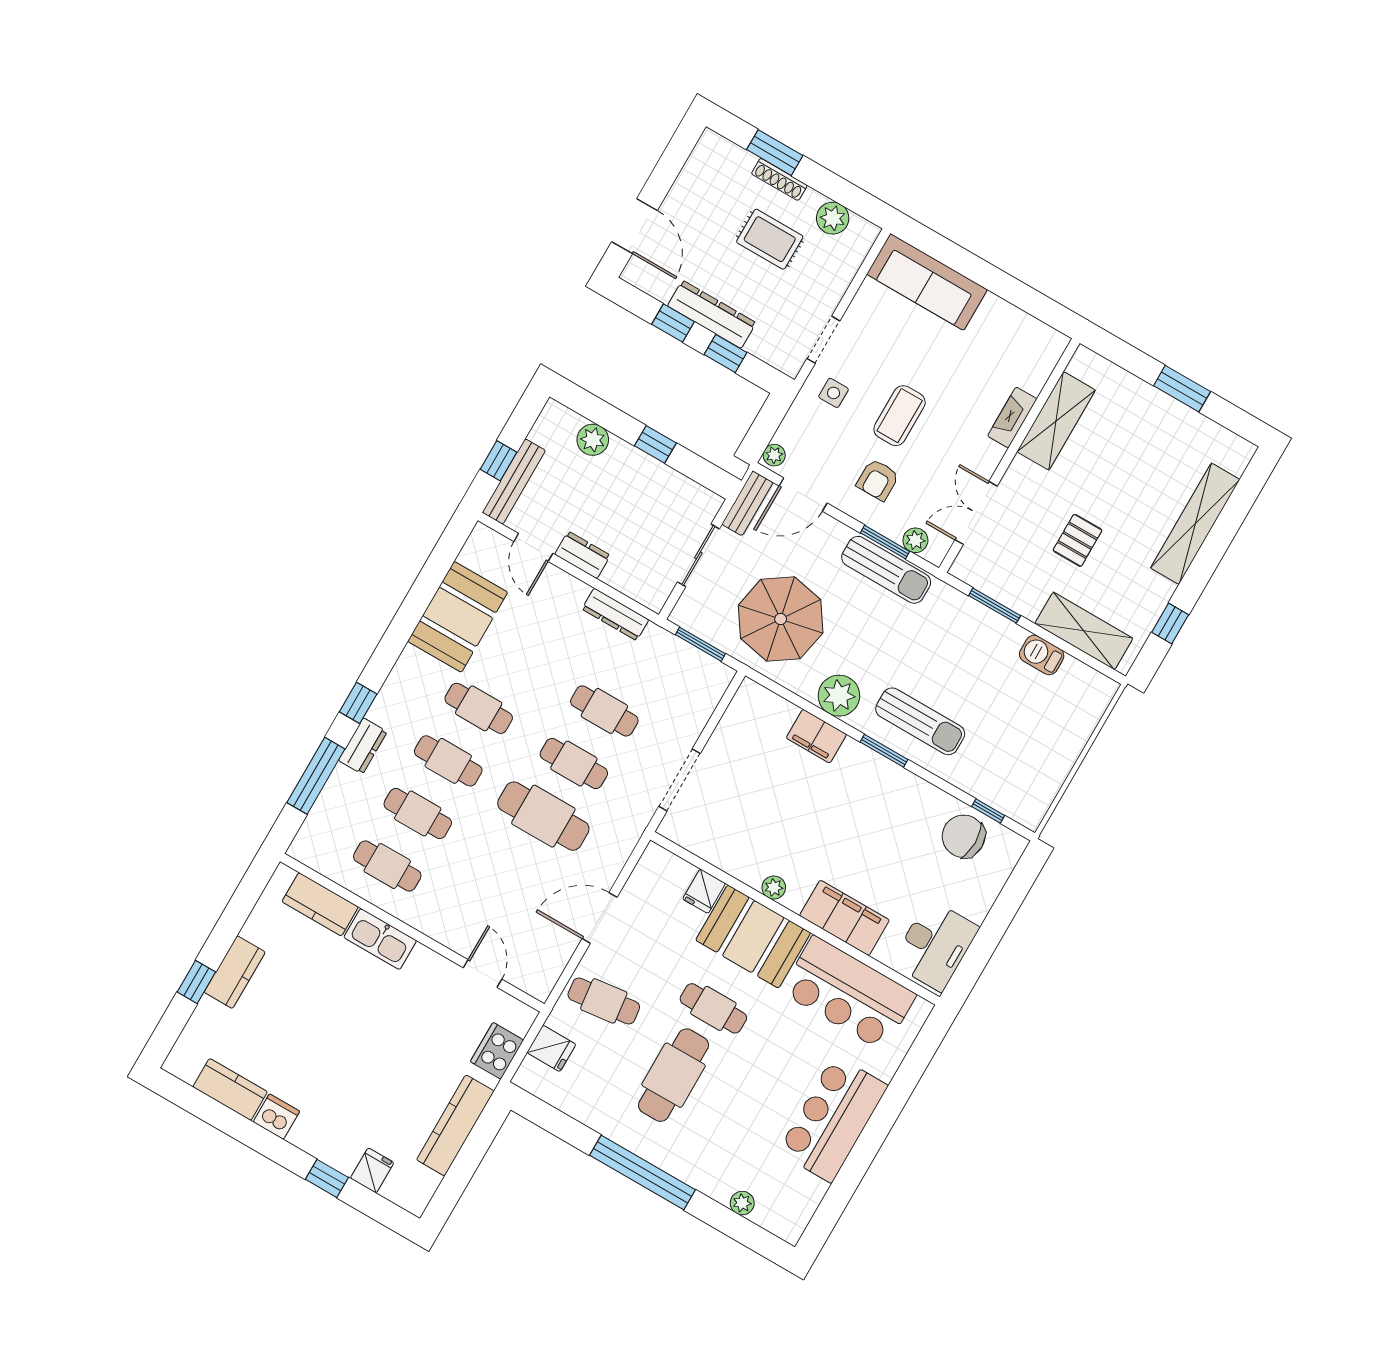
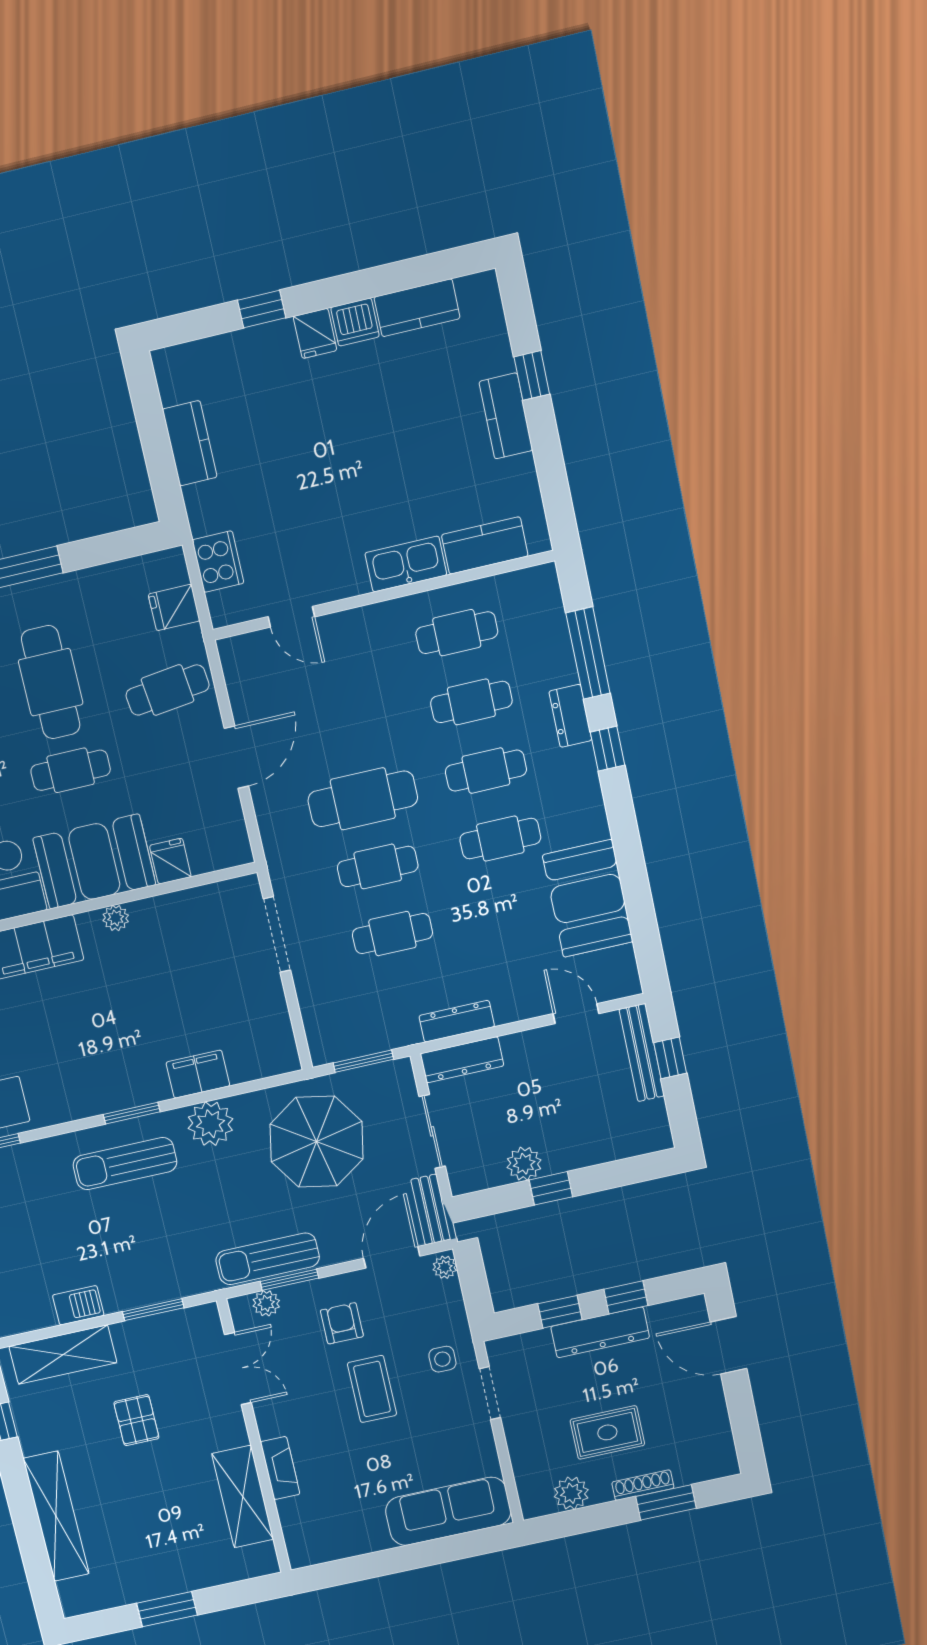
plant: (593, 440) -> (524, 1164), moved
dresser: (583, 555) -> (462, 1060), moved, width x1.44
kitchen counter: (455, 1125) -> (190, 443), width x0.67
fridge: (372, 1170) -> (315, 333), moved

